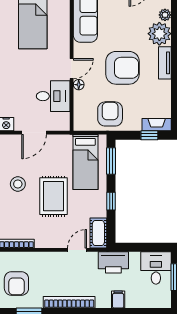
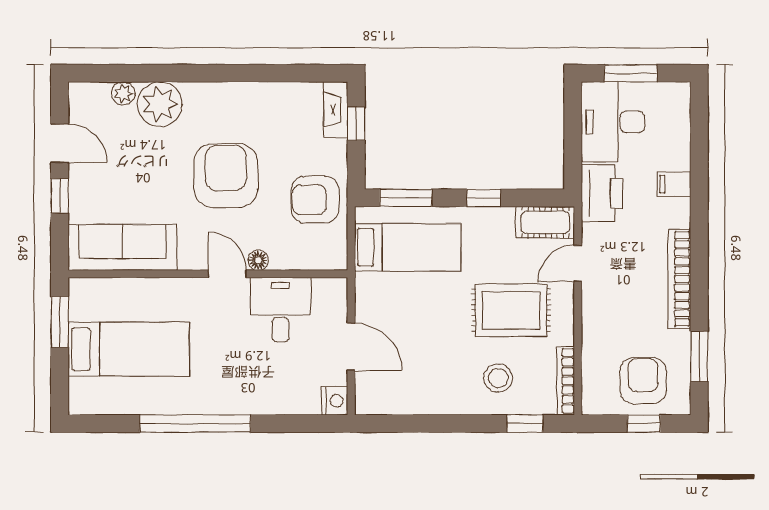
tv unit: (165, 63) -> (216, 94), removed
stool: (18, 184) -> (498, 378), moved
rug: (53, 196) -> (511, 310), moved
door: (77, 250) -> (578, 264), hinge flipped
desk: (156, 268) -> (613, 122), width x1.37
armchair: (16, 284) -> (643, 381), turned -90

